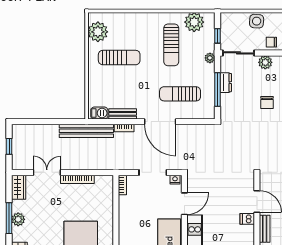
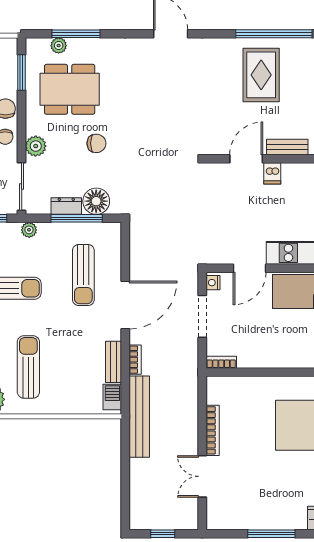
floor lamp: (229, 102) -> (96, 201), added
wardrobe: (19, 187) -> (225, 519), removed
door: (184, 204) -> (249, 268), swing flipped
plant: (18, 219) -> (273, 520), removed

